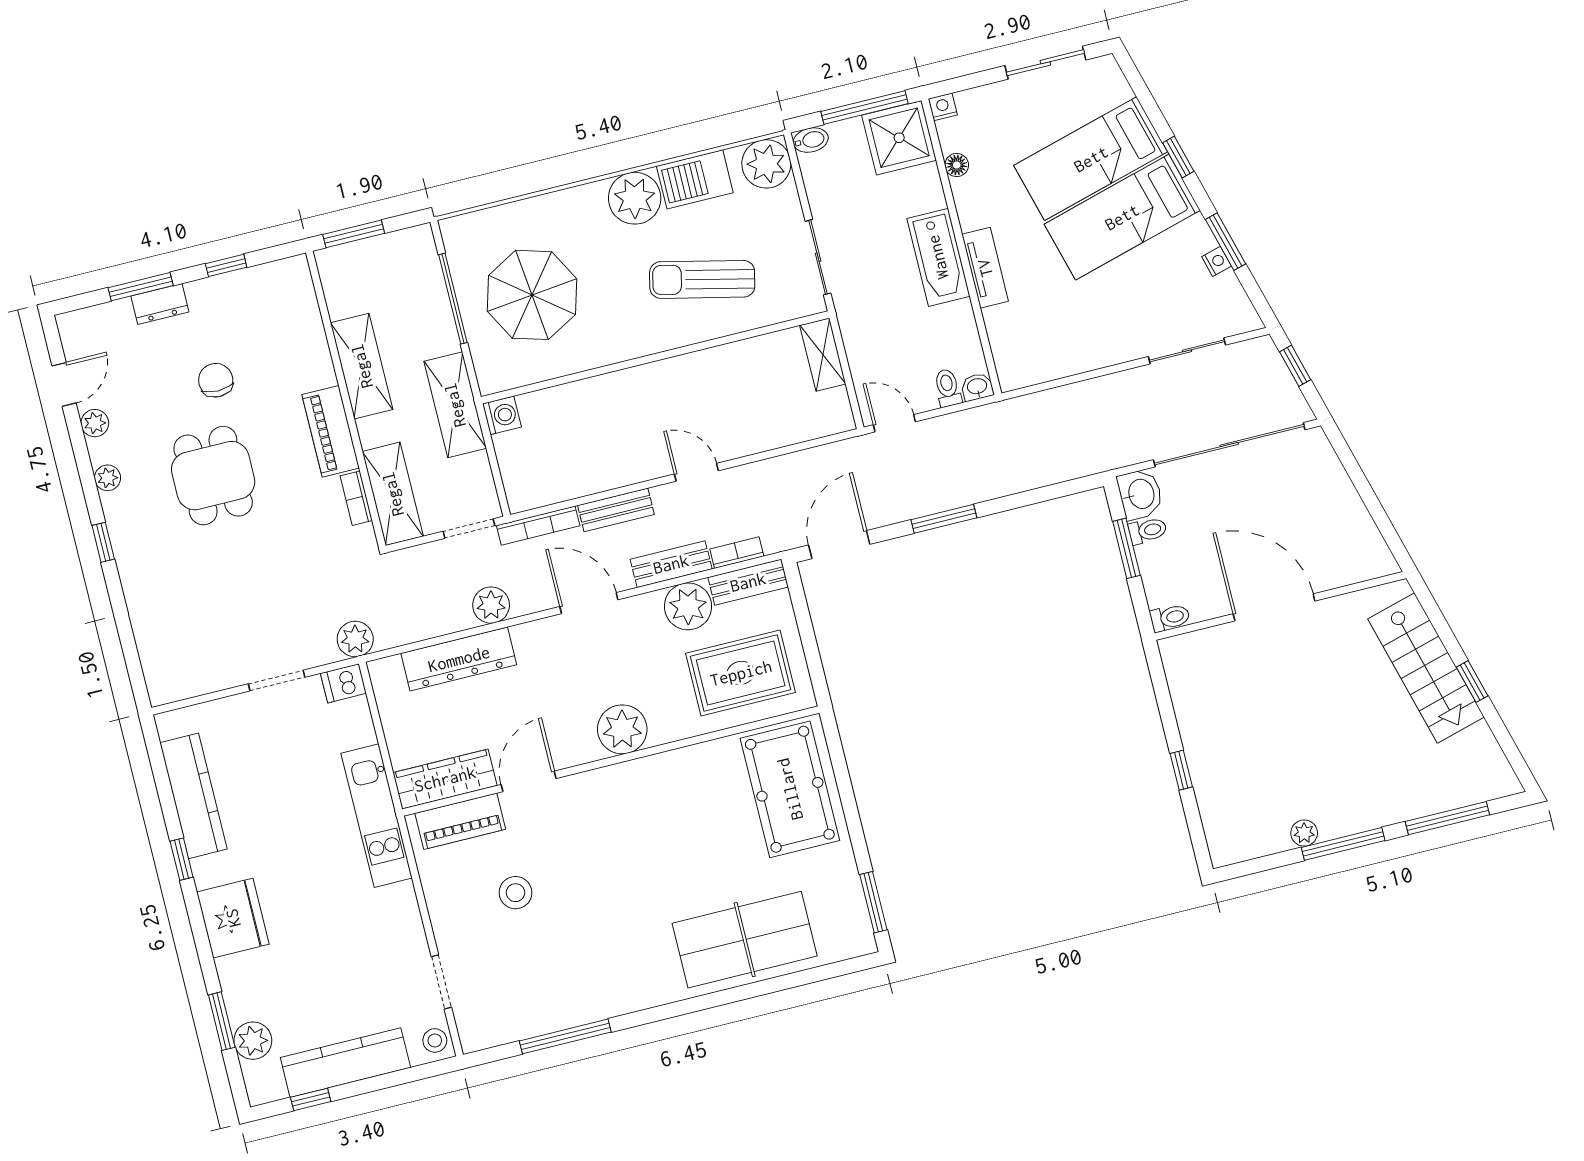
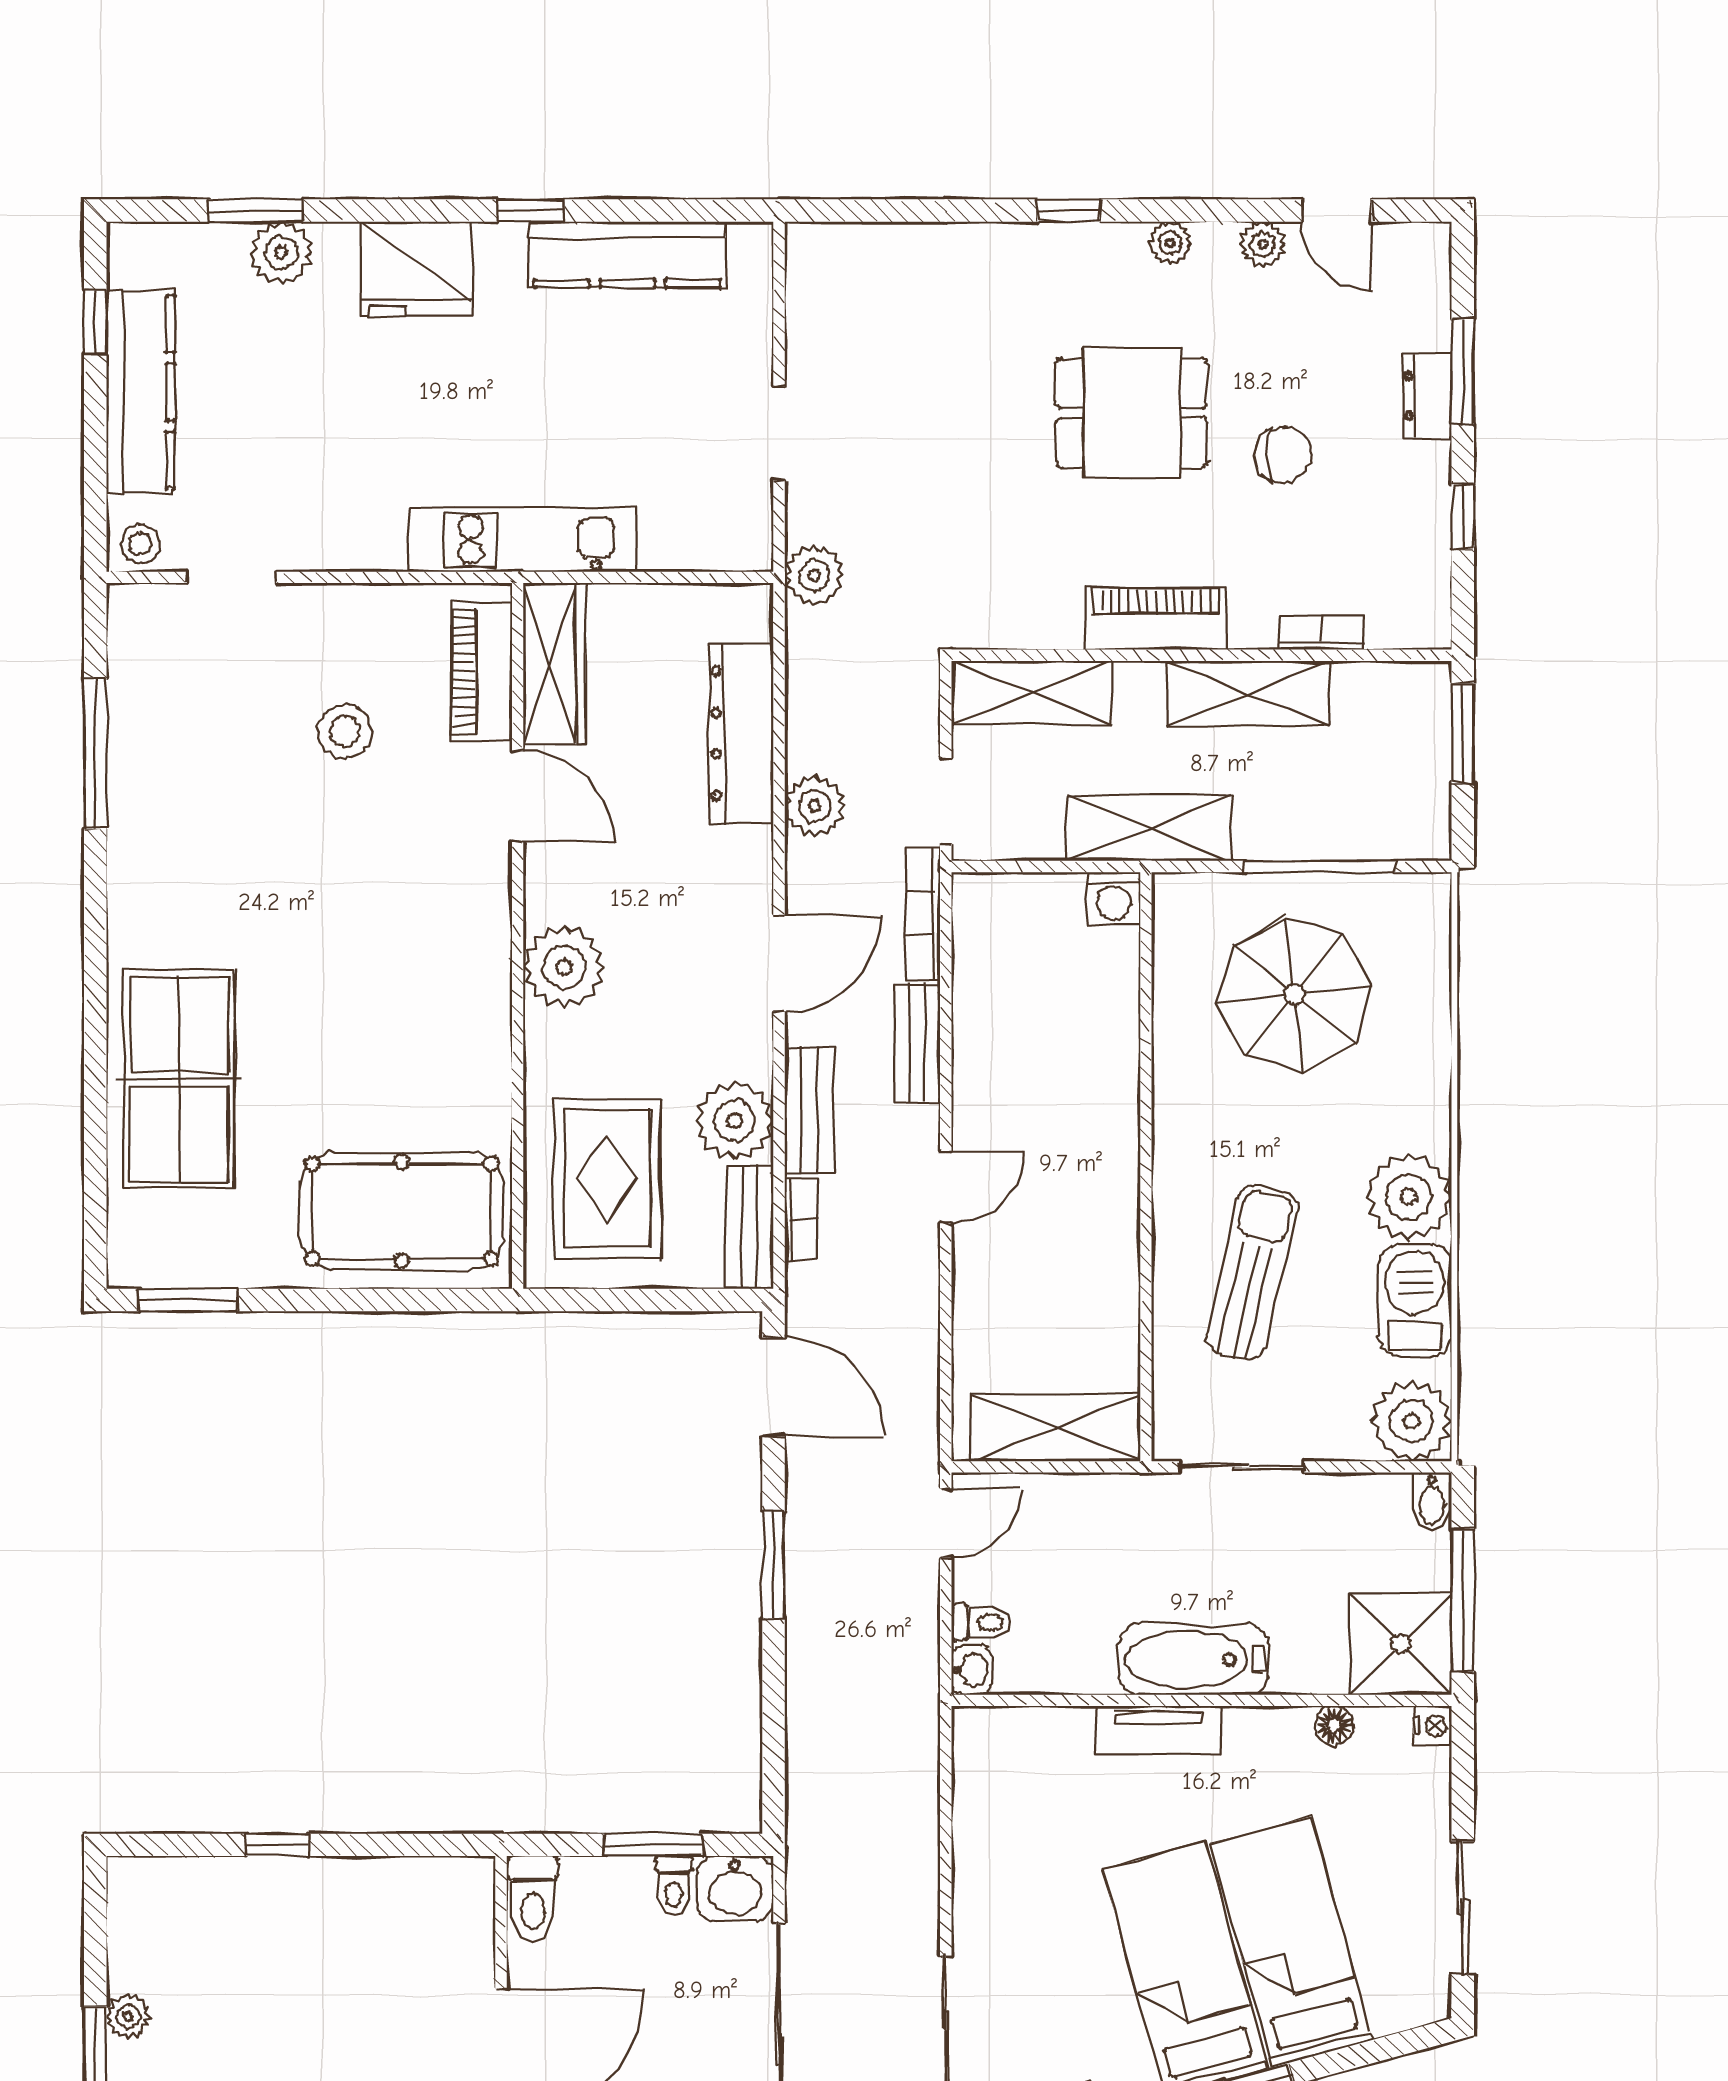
shelving: (823, 355) -> (1056, 1428), width x1.50, depth x1.33
bookcase: (356, 498) -> (1322, 633), moved
toilet: (1170, 618) -> (533, 1899), width x1.37, depth x1.39
dishwasher: (343, 683) -> (748, 539), removed
plant: (253, 1041) -> (281, 253), moved

